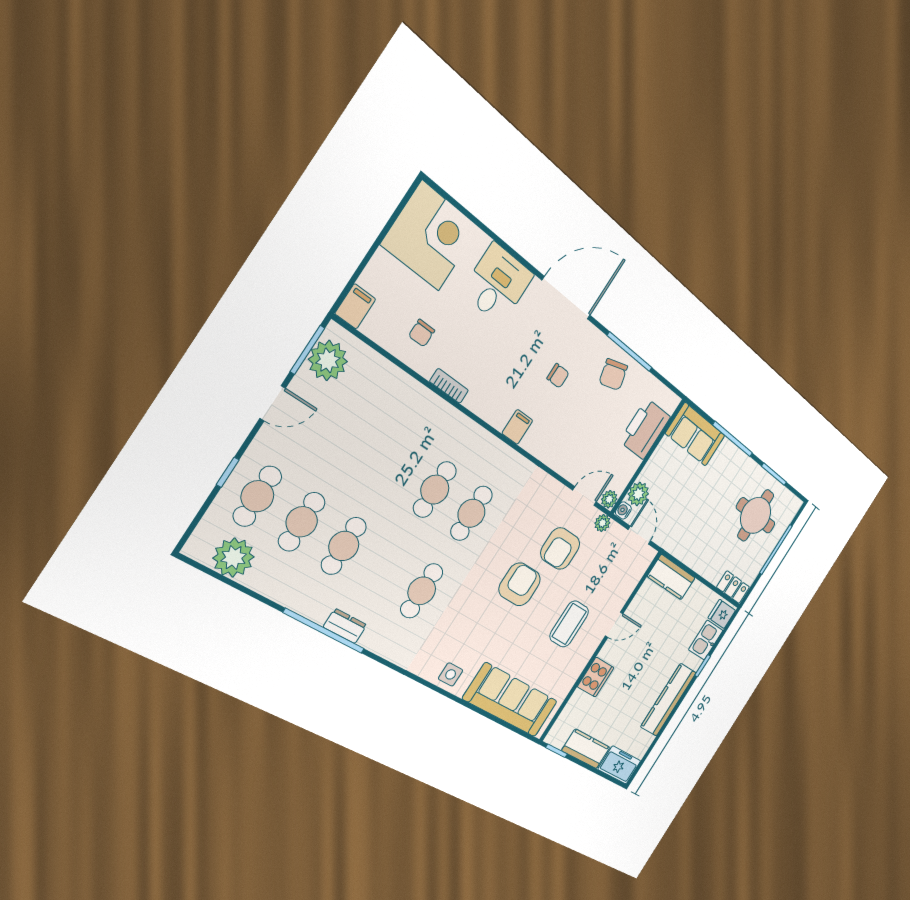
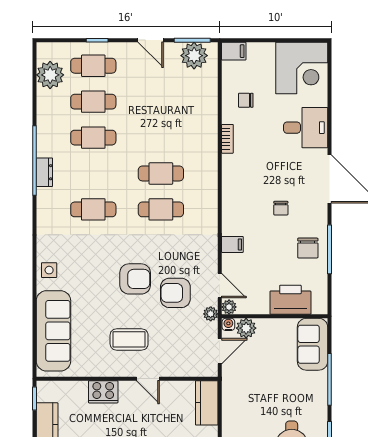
chair: (613, 375) -> (308, 248), turned -74
filing cabinet: (517, 427) -> (232, 244), moved

